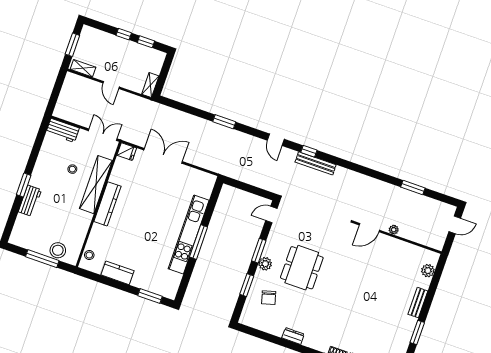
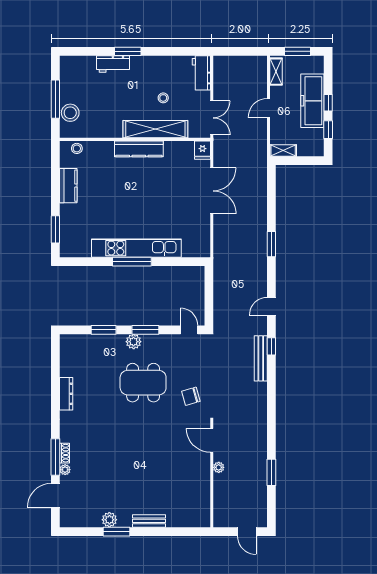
freezer: (118, 47) -> (312, 101), added
plant: (428, 271) -> (109, 520), moved
chair: (269, 298) -> (191, 396), moved
dresser: (293, 336) -> (66, 394), width x1.44

